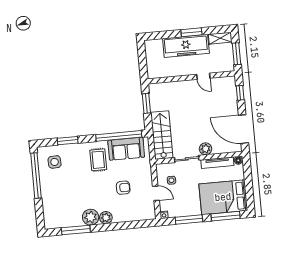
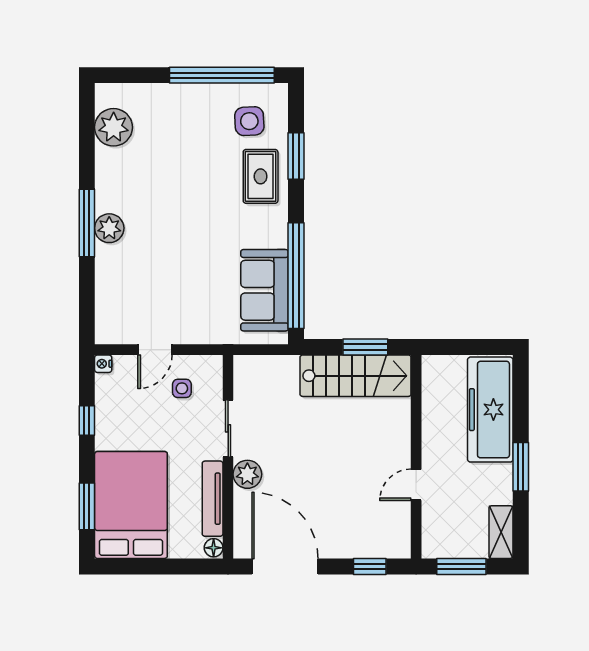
freezer: (186, 46) -> (490, 410), moved
door: (243, 129) -> (285, 566), hinge flipped
stairs: (162, 135) -> (356, 376), moved
rug: (98, 160) -> (261, 176), moved, turned 90
armchair: (123, 188) -> (175, 275), removed
window: (226, 216) -> (87, 506), width x0.69
plant: (91, 217) -> (114, 127), moved
window: (189, 220) -> (87, 420), width x0.46
window: (76, 230) -> (87, 223), moved

